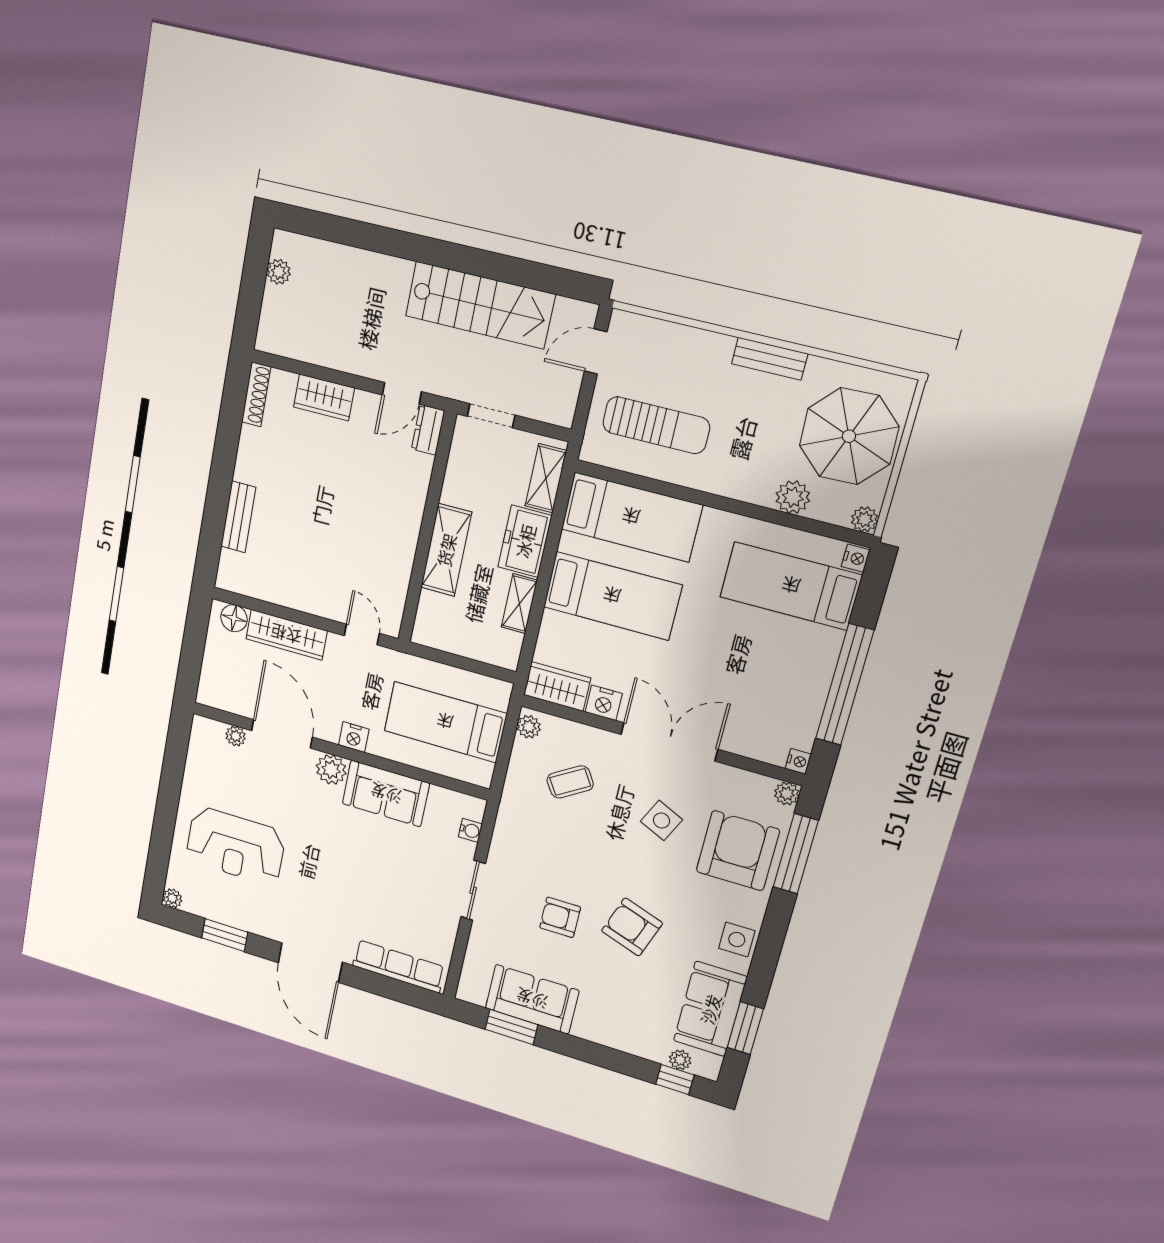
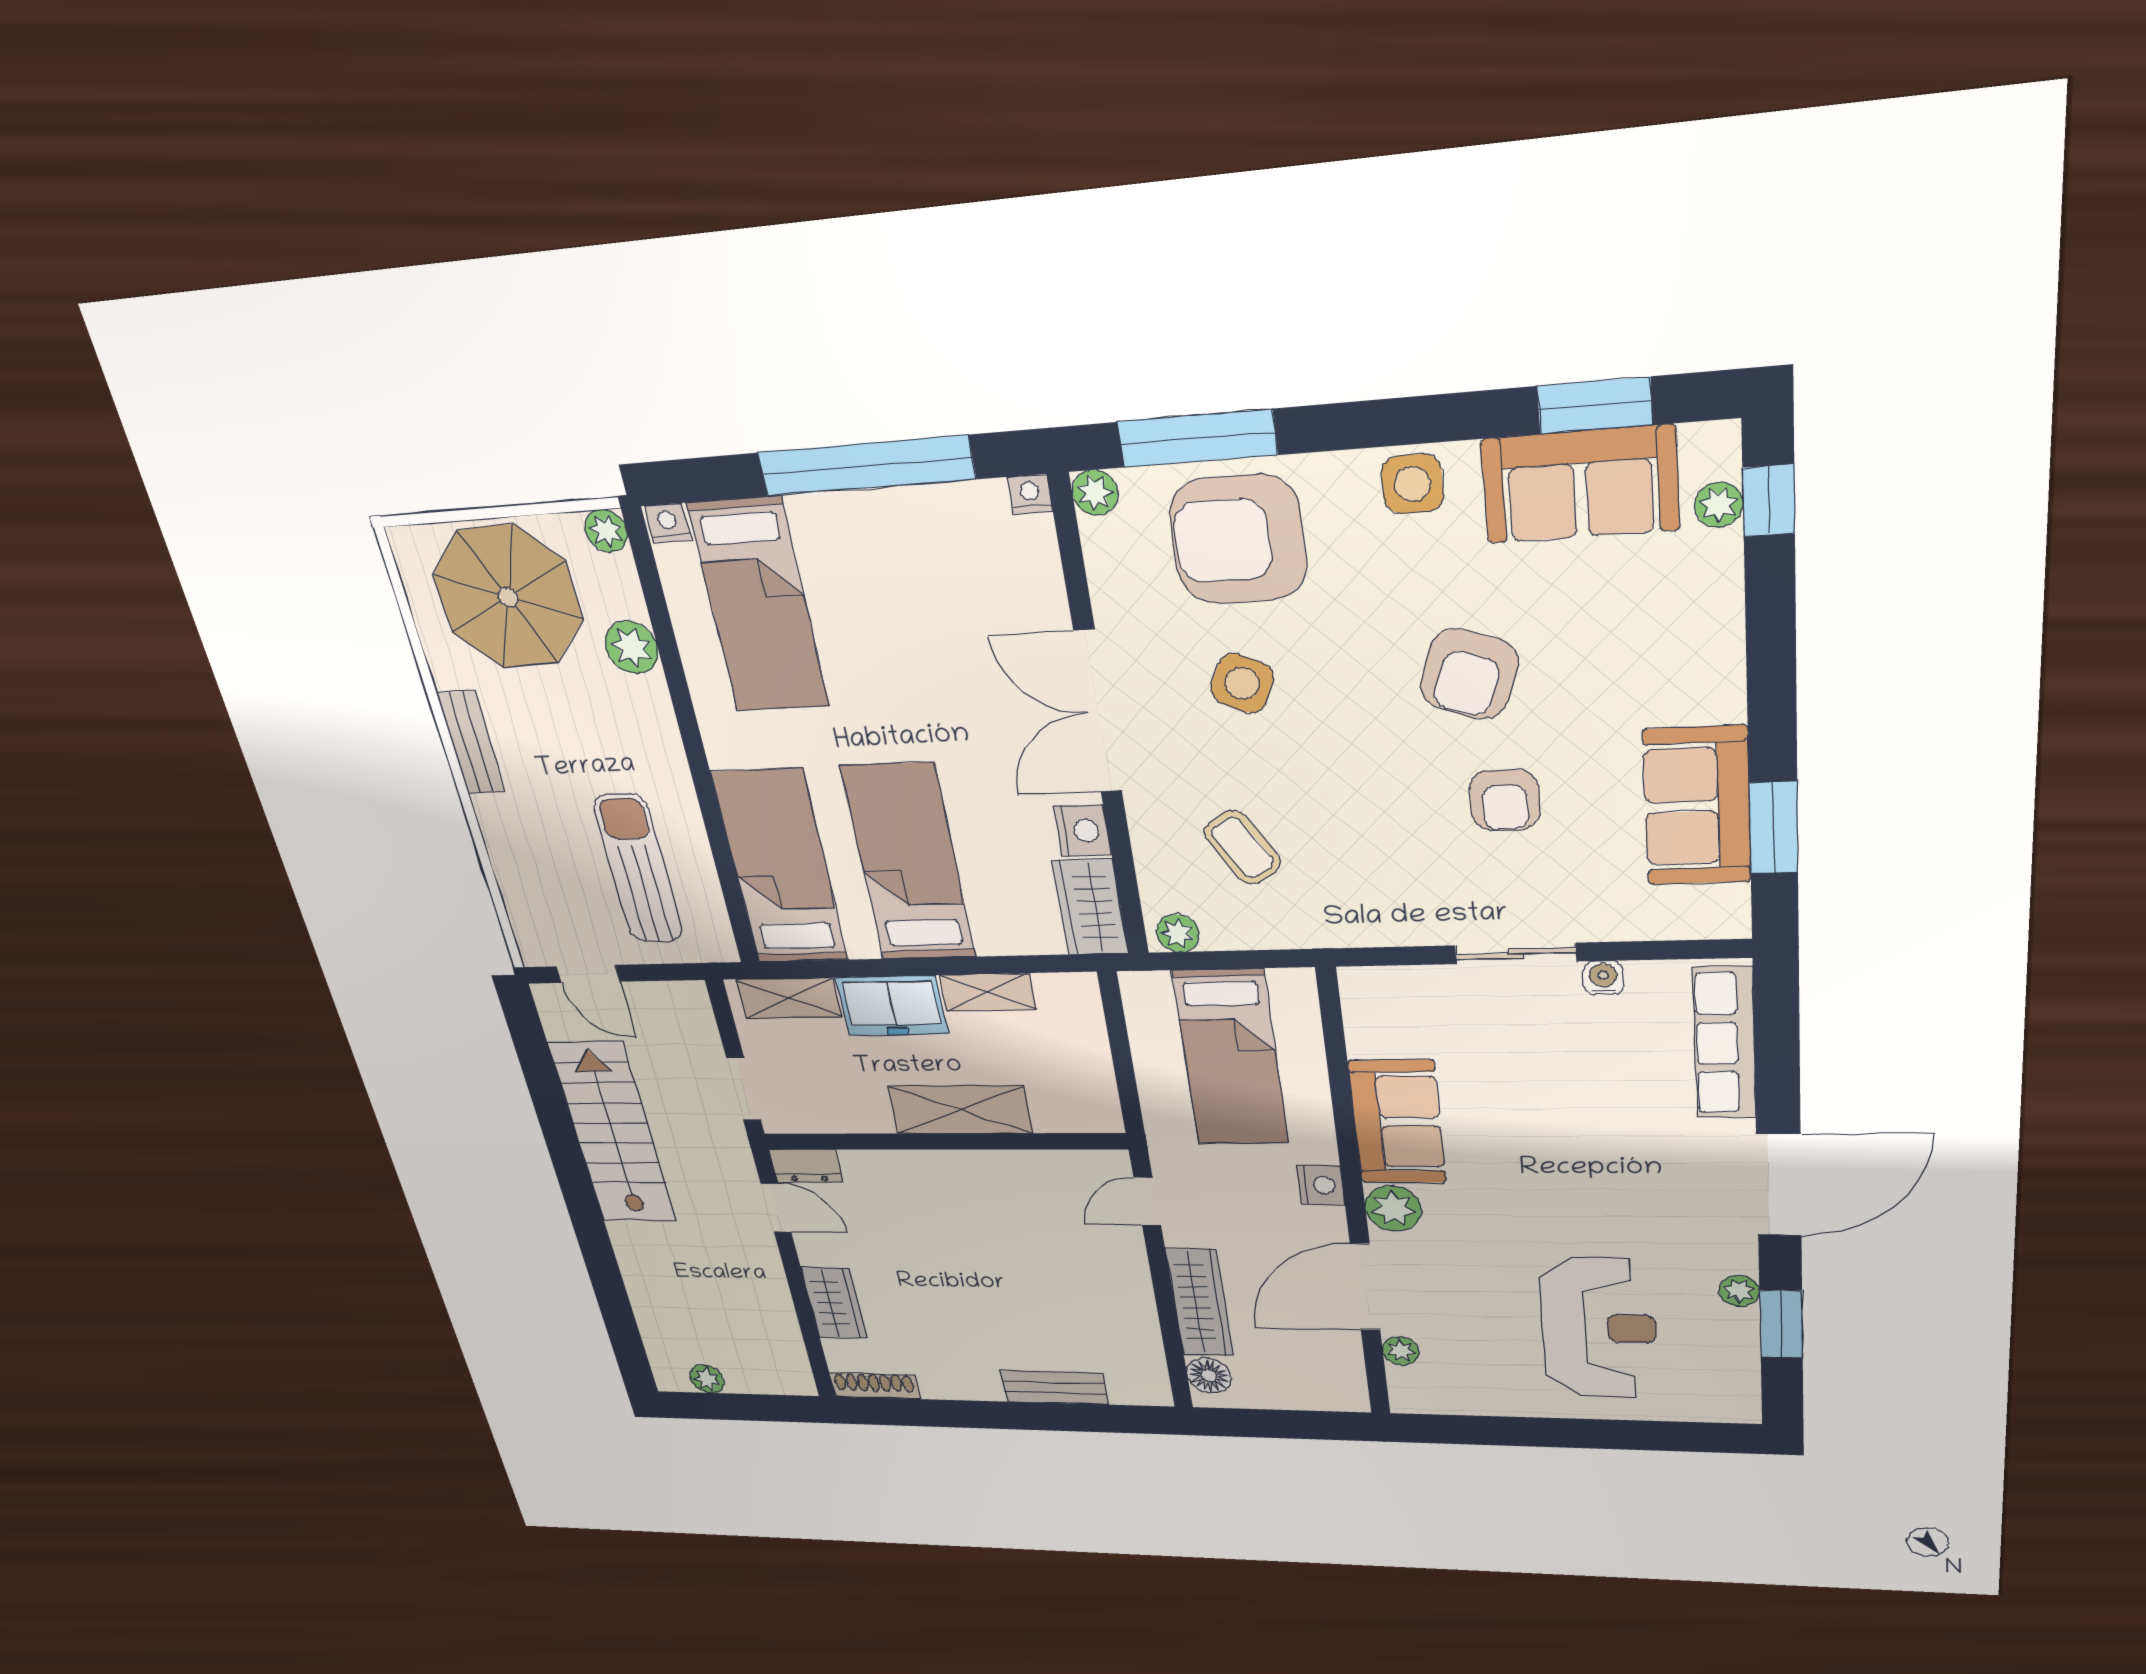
water cooler: (470, 830) -> (1603, 978), moved
plant: (172, 898) -> (1739, 1291), moved

